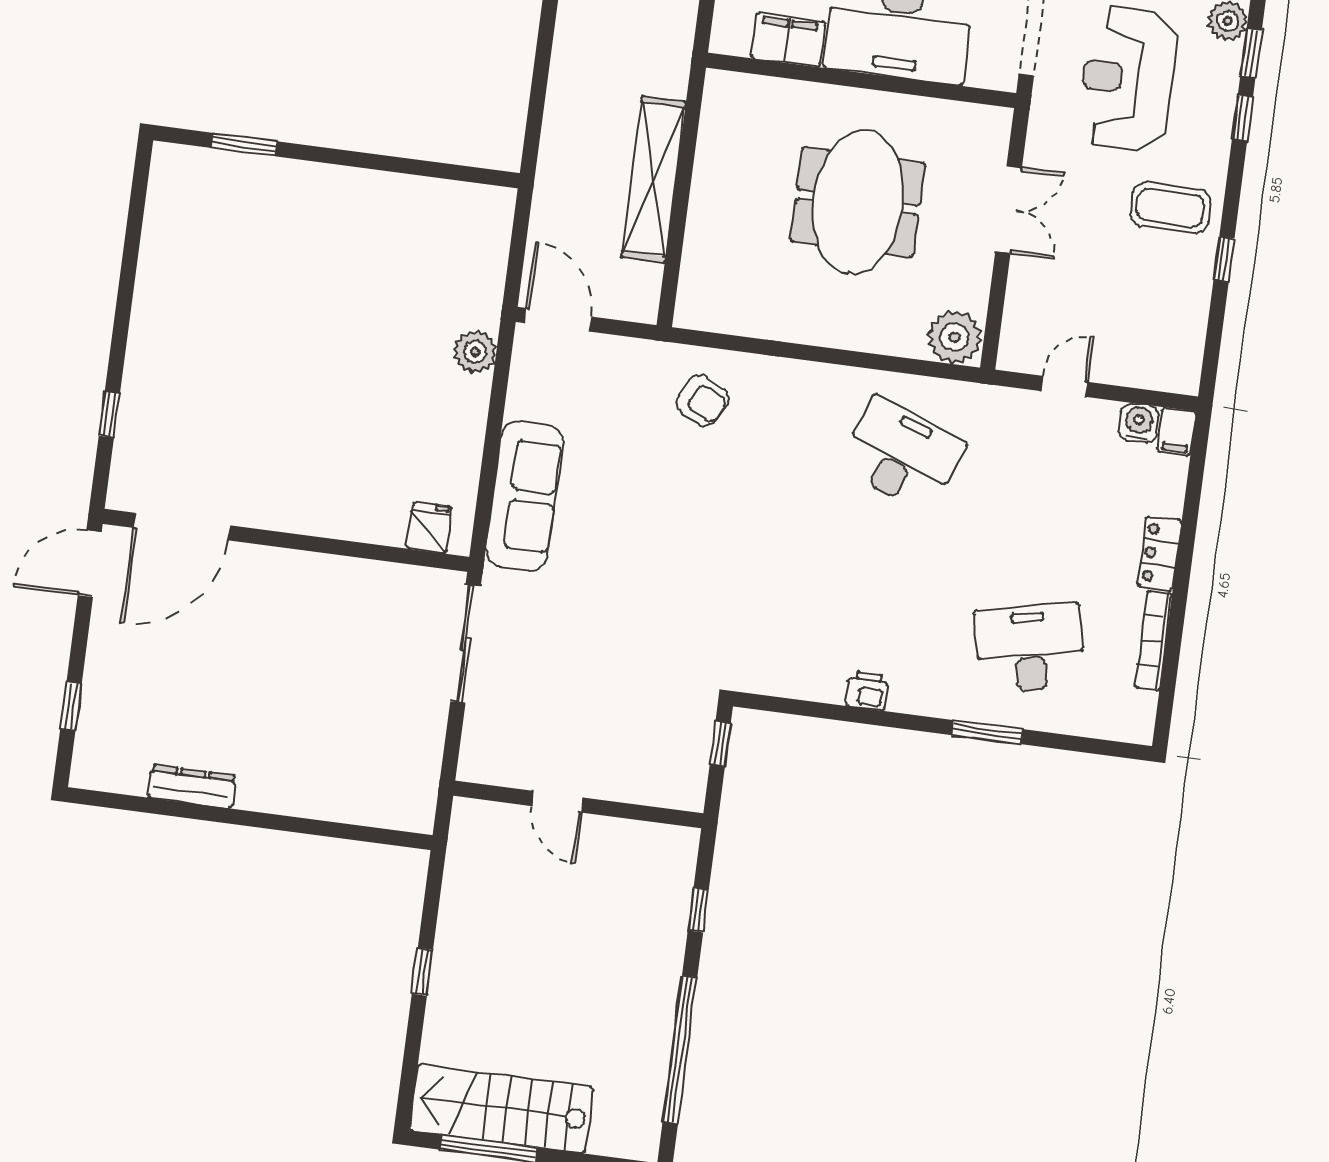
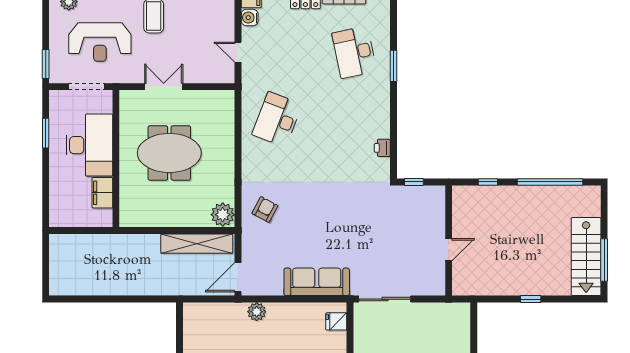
shelving: (654, 179) -> (197, 244), moved
plant: (955, 337) -> (223, 215), moved
printer: (867, 691) -> (382, 148), moved

